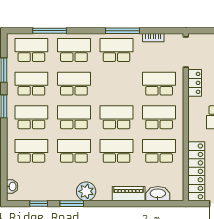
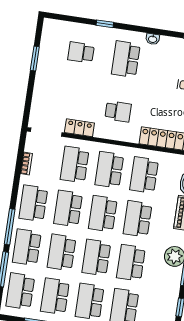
window: (123, 31) -> (10, 227), moved
school desk: (117, 84) -> (68, 208), added

